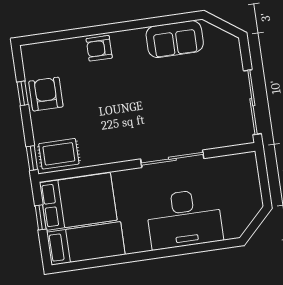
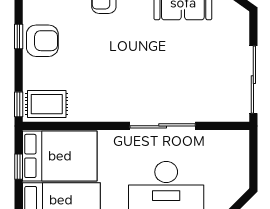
armchair: (46, 94) -> (42, 41), turned 90

